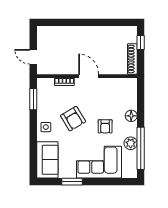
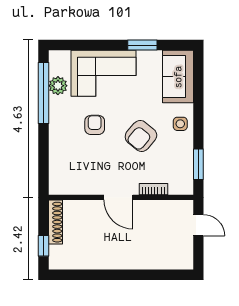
floor lamp: (131, 116) -> (57, 140), removed
armchair: (73, 119) -> (141, 136), turned -109
plant: (131, 143) -> (58, 86), moved

